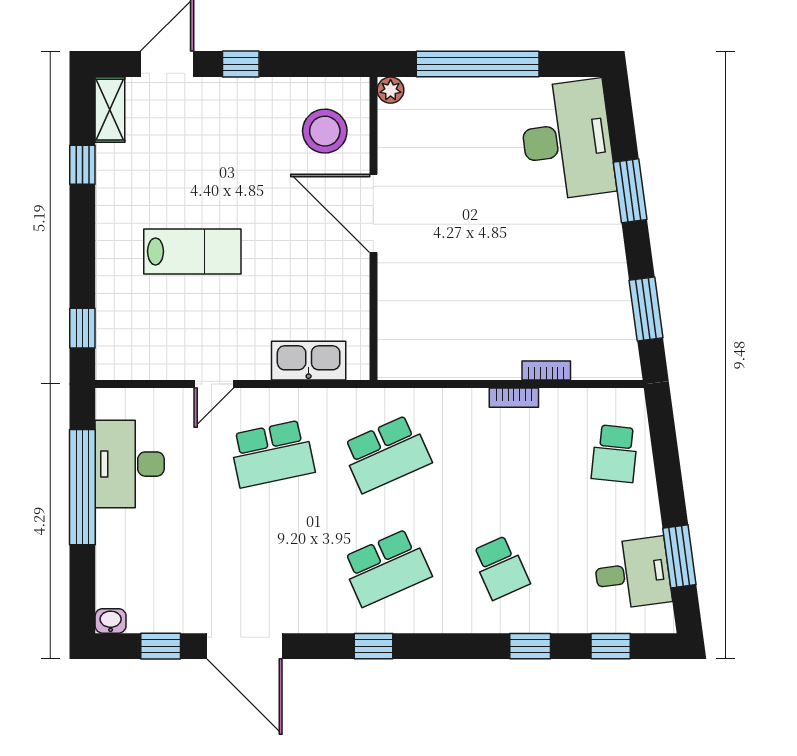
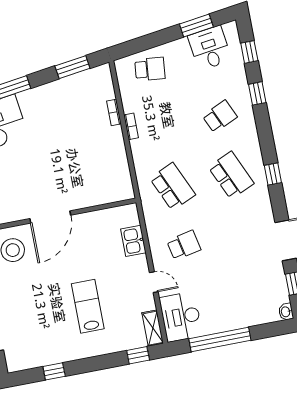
shelving: (110, 110) -> (153, 328), moved, turned 90
kitchen sink: (309, 361) -> (133, 241), width x0.73
school desk: (272, 454) -> (184, 245), width x0.54
desk: (130, 464) -> (181, 317), moved, turned 90

